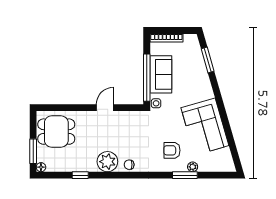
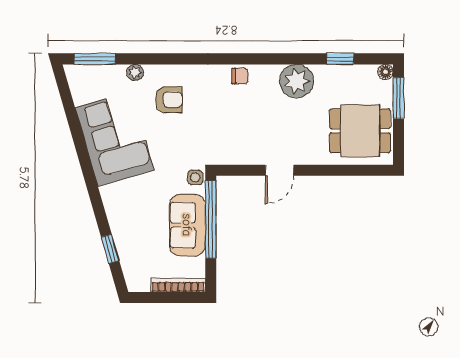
window: (208, 60) -> (110, 249), width x0.67
plant: (107, 162) -> (297, 81), moved
window: (80, 175) -> (340, 59), moved
window: (185, 175) -> (95, 59), moved

